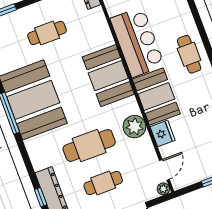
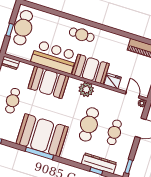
booth: (108, 76) -> (48, 82), moved
plant: (134, 127) -> (86, 89), moved

